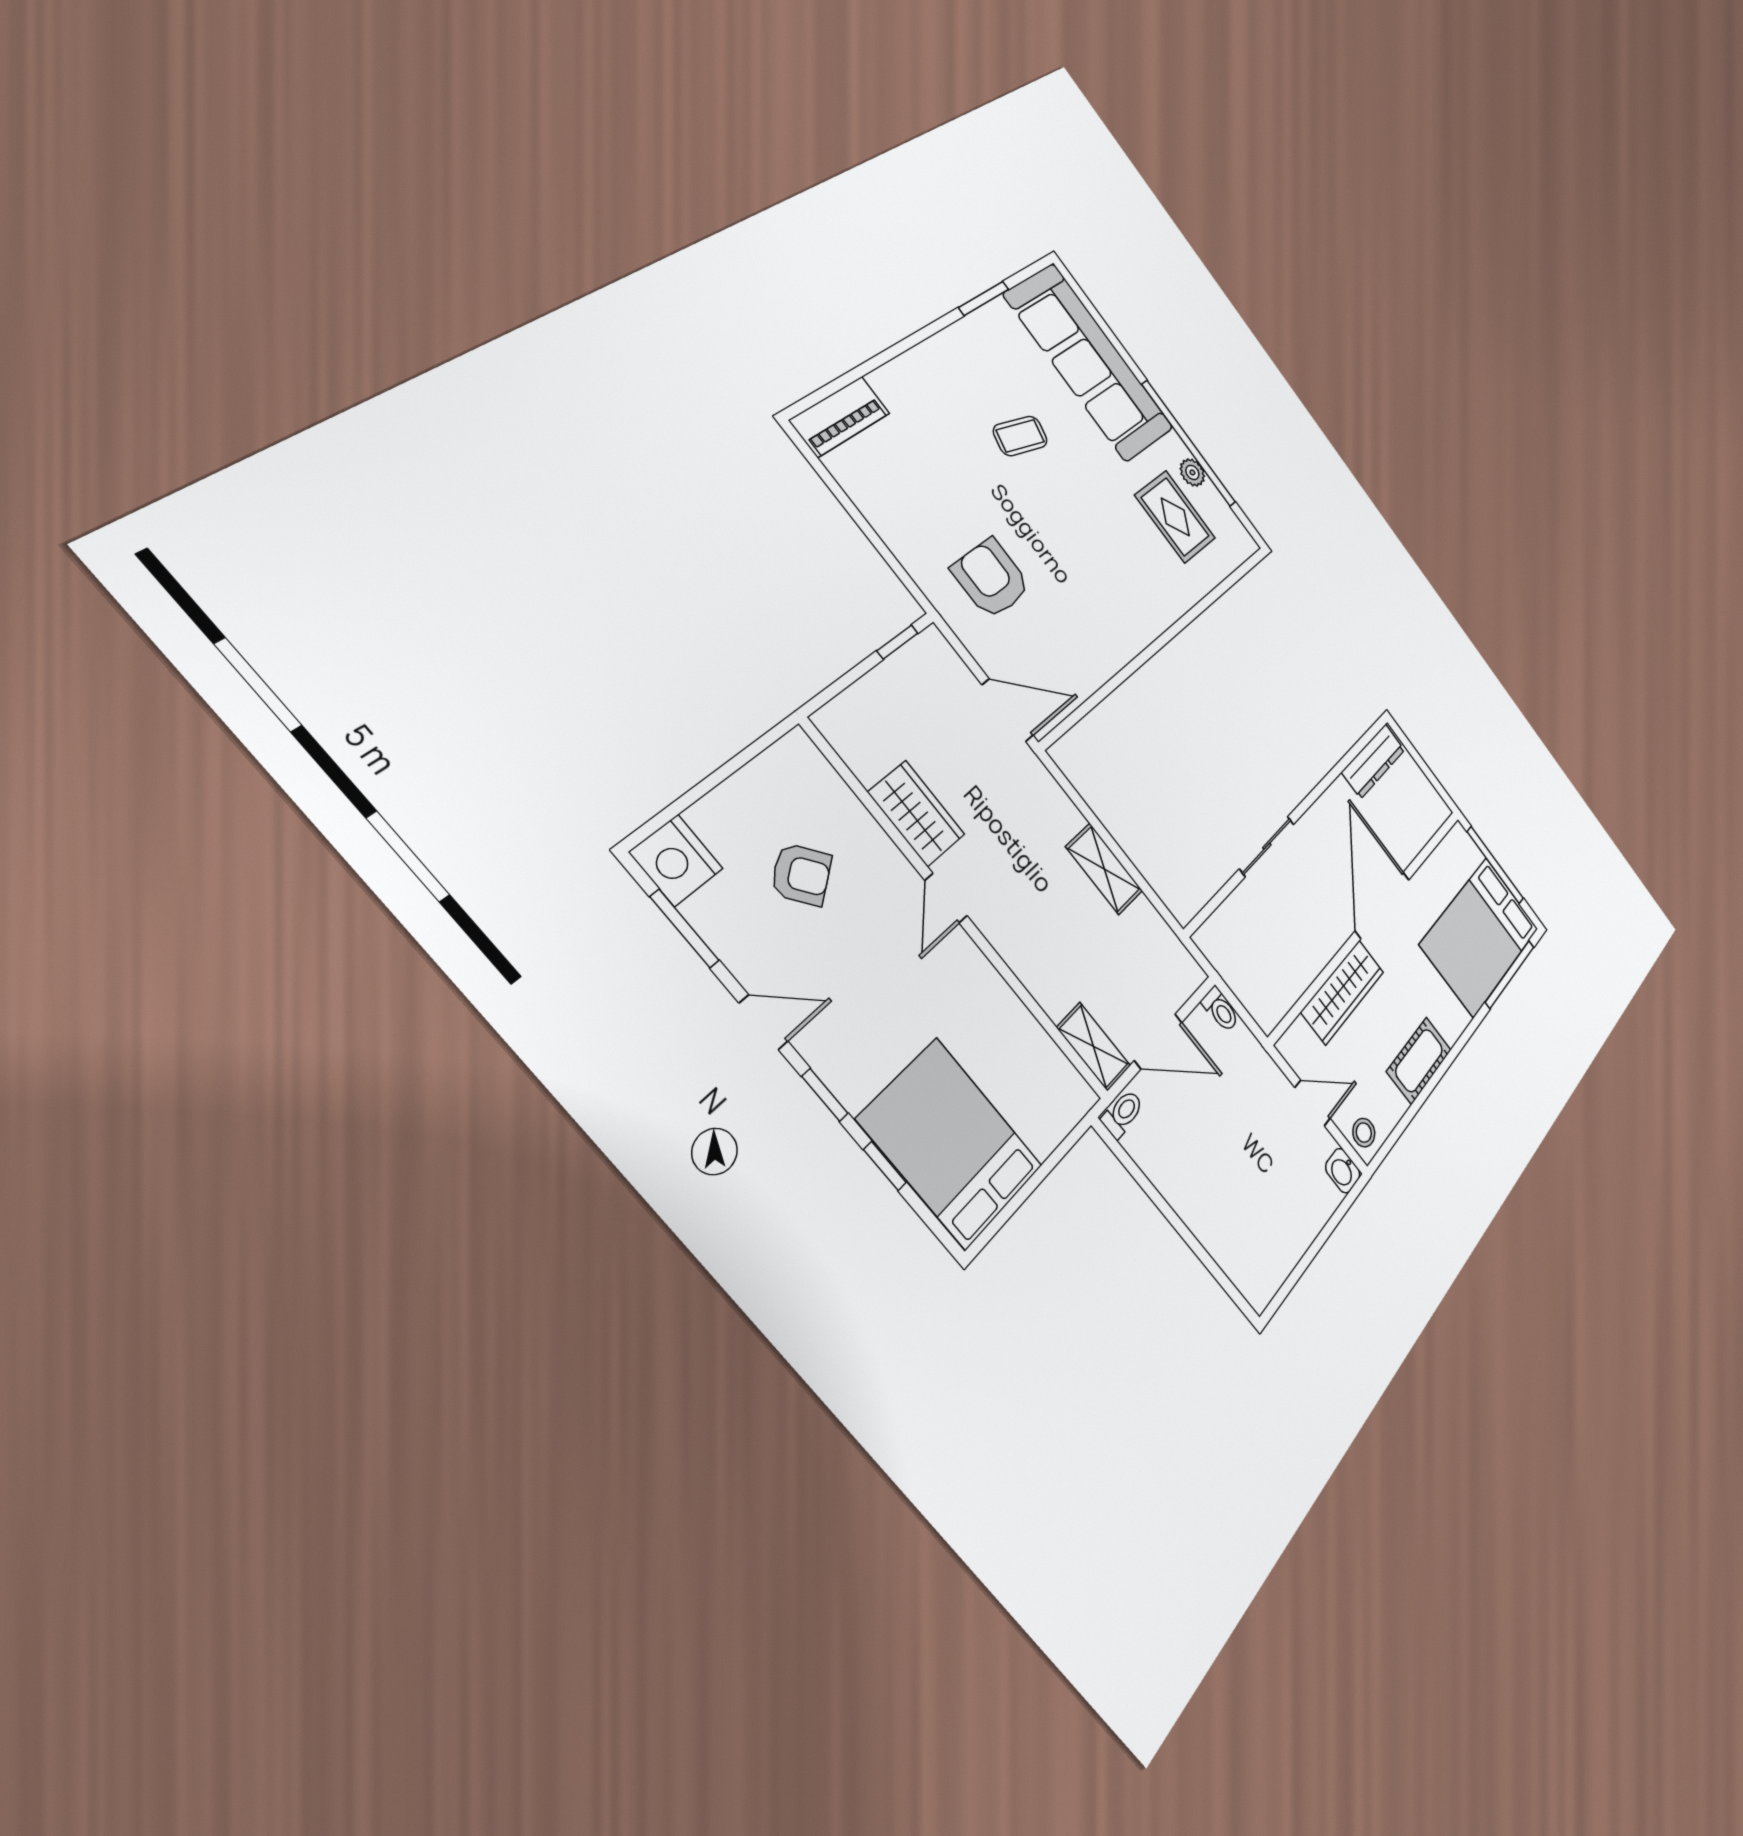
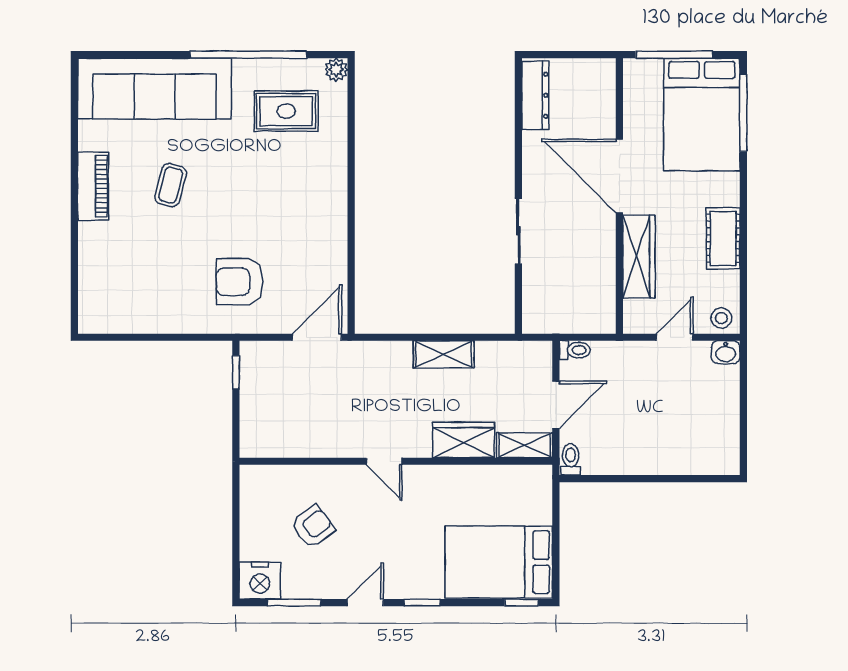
window: (984, 298) -> (74, 135), removed
piano: (840, 417) -> (93, 186), moved
plant: (1192, 472) -> (336, 70), moved
wardrobe: (917, 813) -> (464, 440), moved
window: (885, 1166) -> (522, 603), moved

